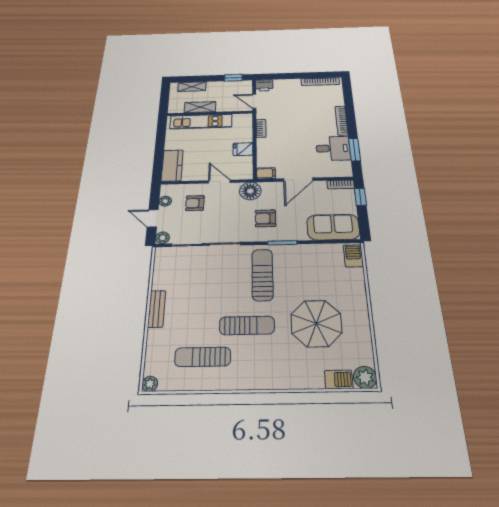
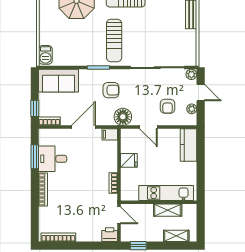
armchair: (195, 203) -> (168, 106), turned 90

